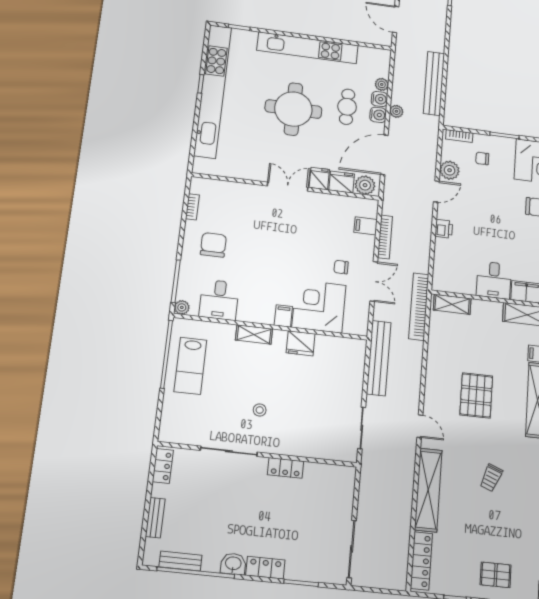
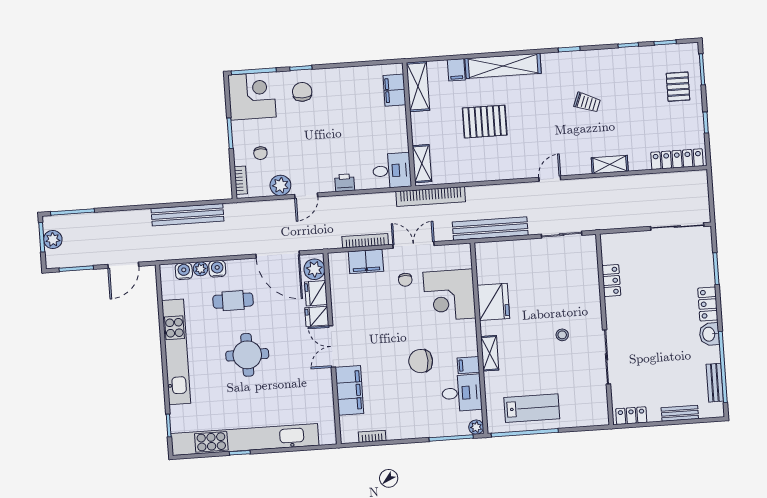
round table: (293, 109) -> (247, 355), width x0.73, depth x0.73
plant: (396, 111) -> (227, 249), removed
water cooler: (378, 115) -> (184, 271), moved
door: (436, 191) -> (306, 196), swing flipped
filing cabinet: (242, 194) -> (349, 390), added
filing cabinet: (366, 226) -> (366, 261), width x2.00
chair: (213, 245) -> (421, 361), moved
desk: (494, 280) -> (392, 171), moved
filing cabinet: (283, 316) -> (468, 365), moved
fridge: (301, 343) -> (493, 302), width x1.36, depth x1.34
pallet: (476, 395) -> (485, 122), moved
locker: (286, 468) -> (611, 281), moved
shelving: (428, 490) -> (610, 165), width x0.45, depth x0.75

